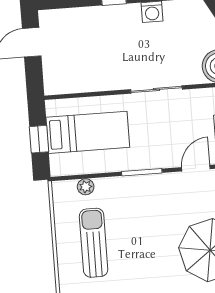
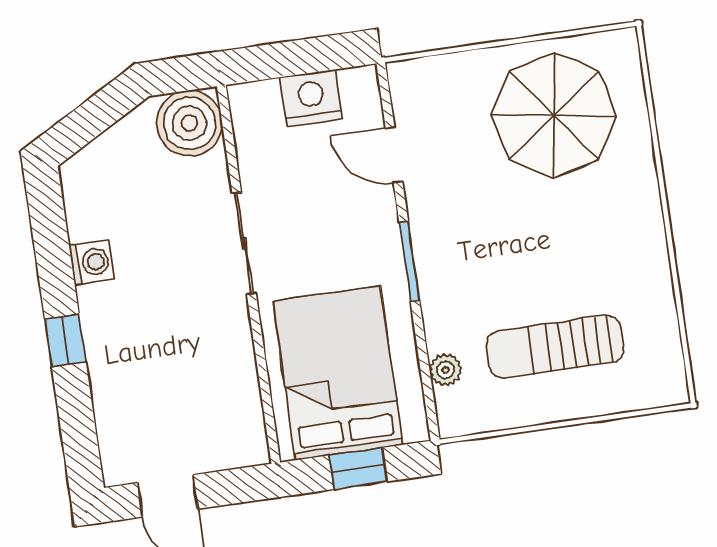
bed: (88, 132) -> (338, 373), width x1.50

